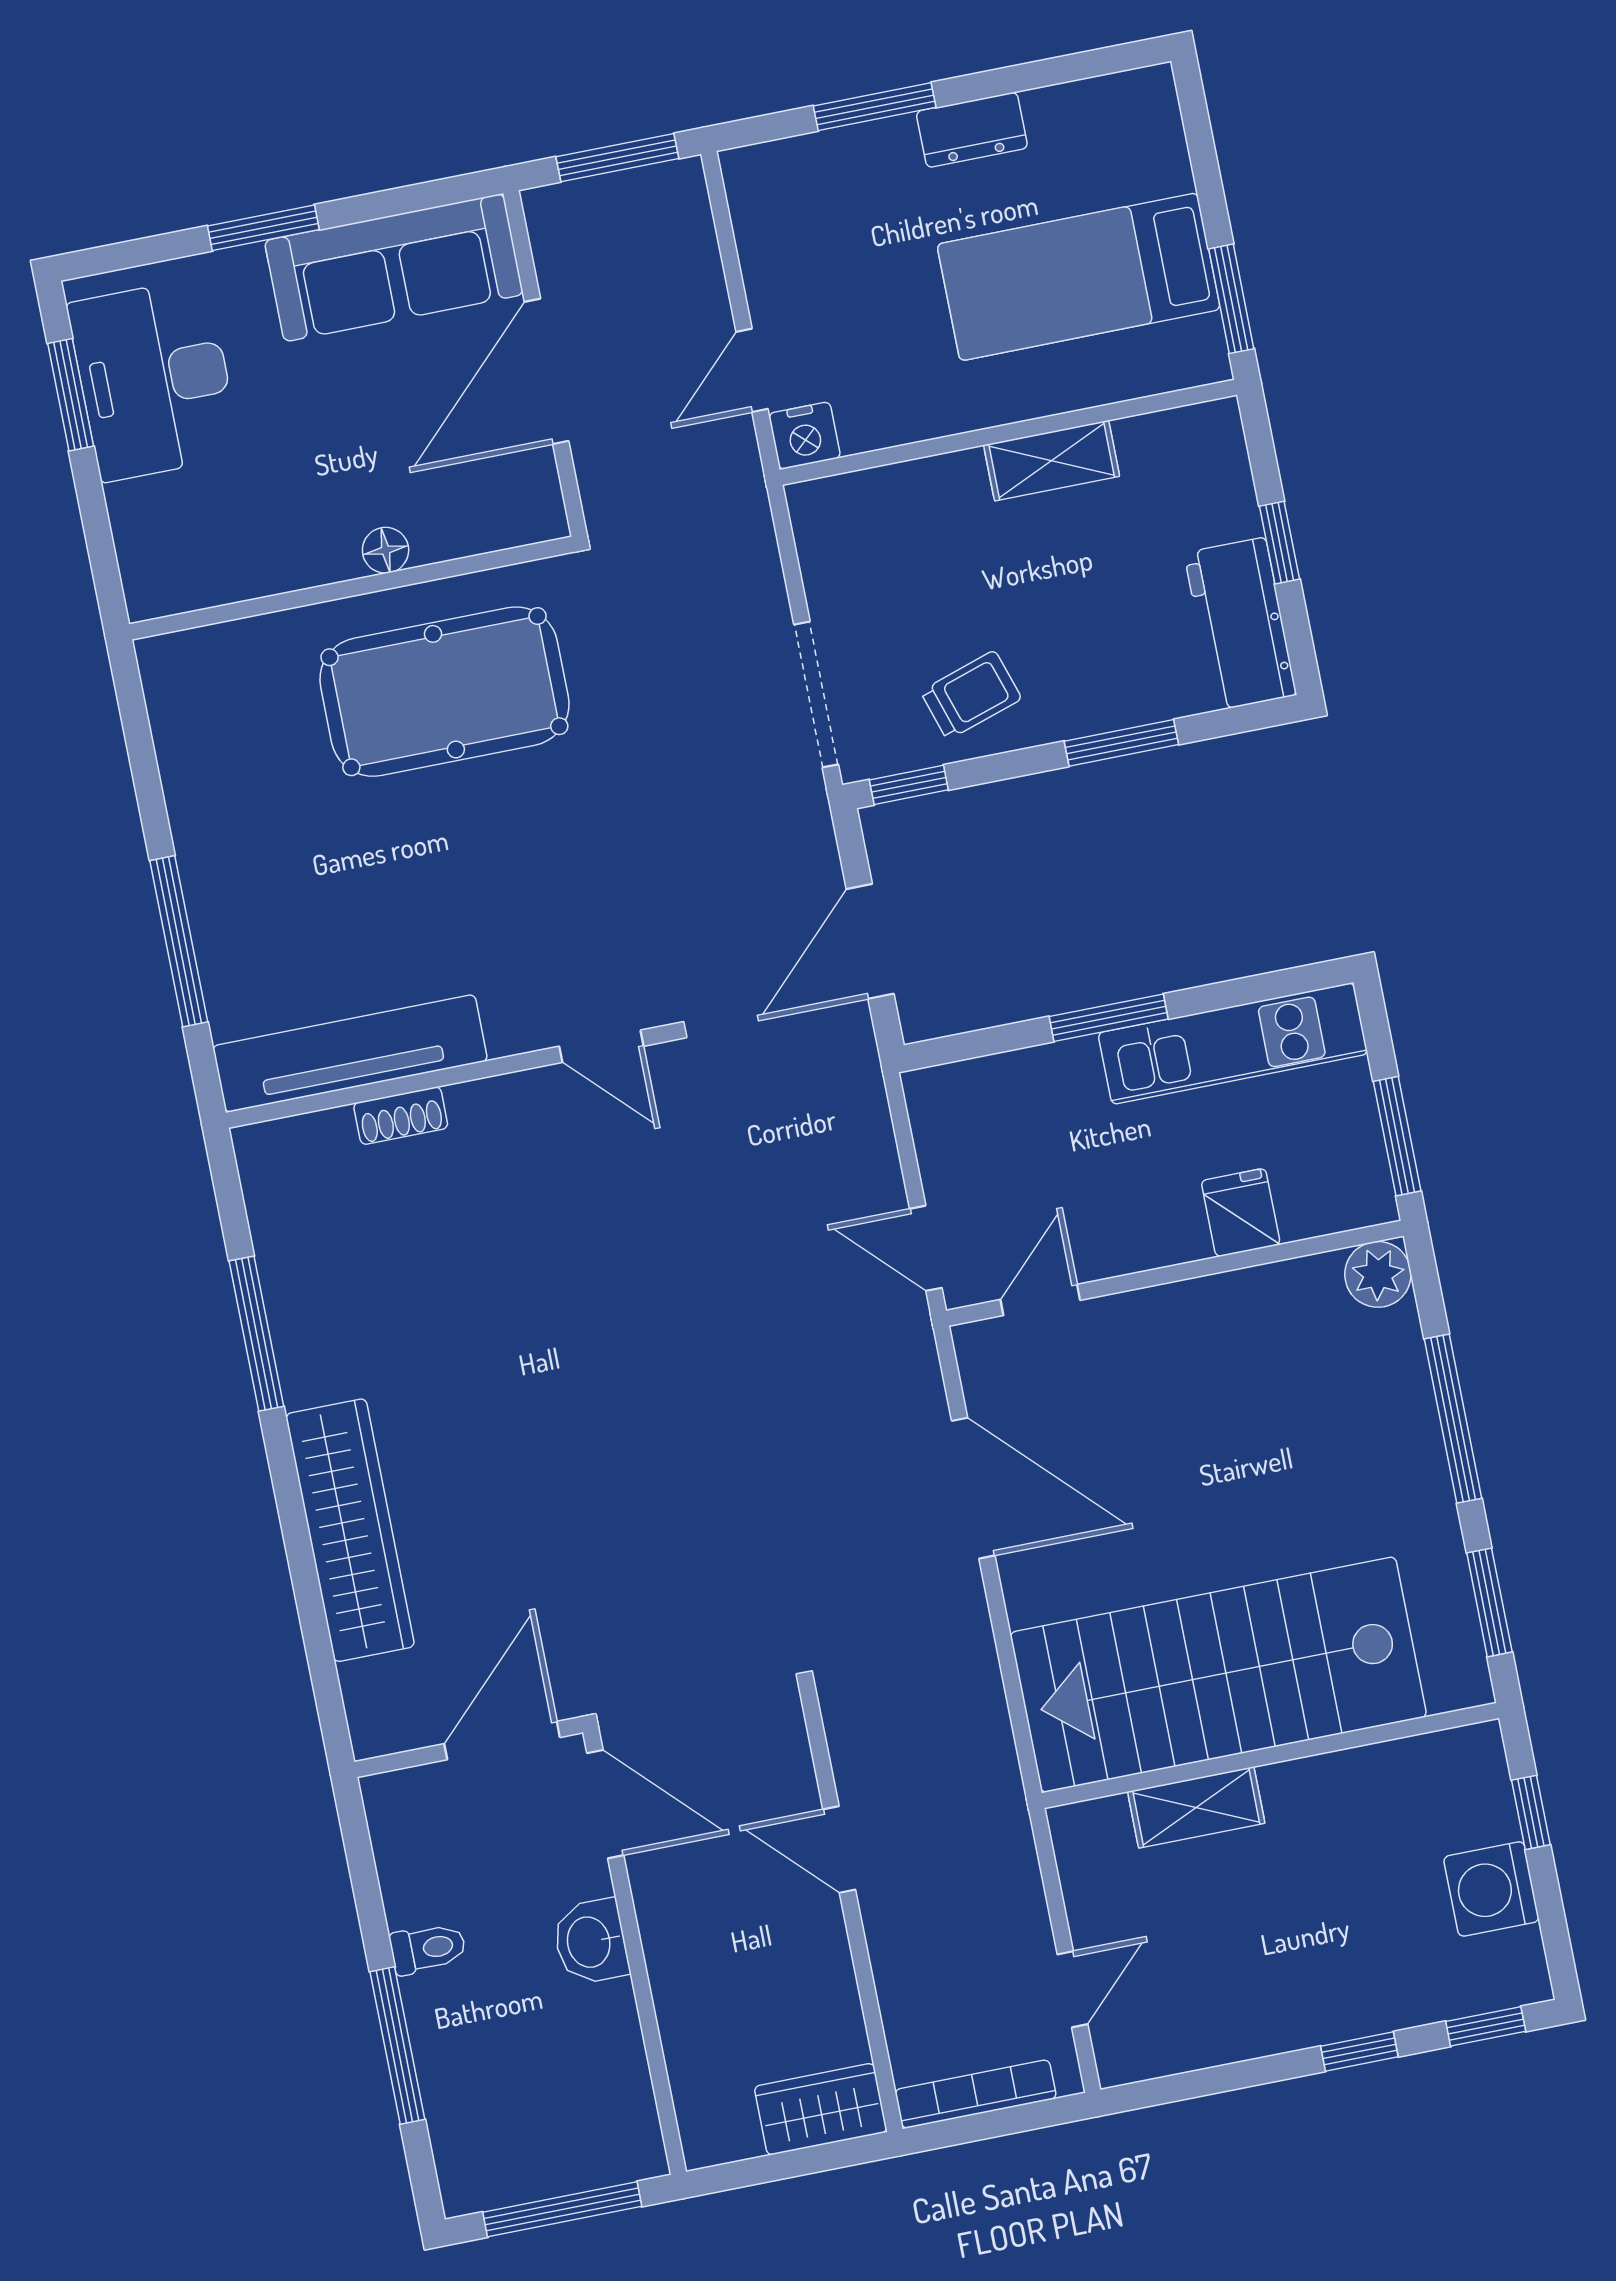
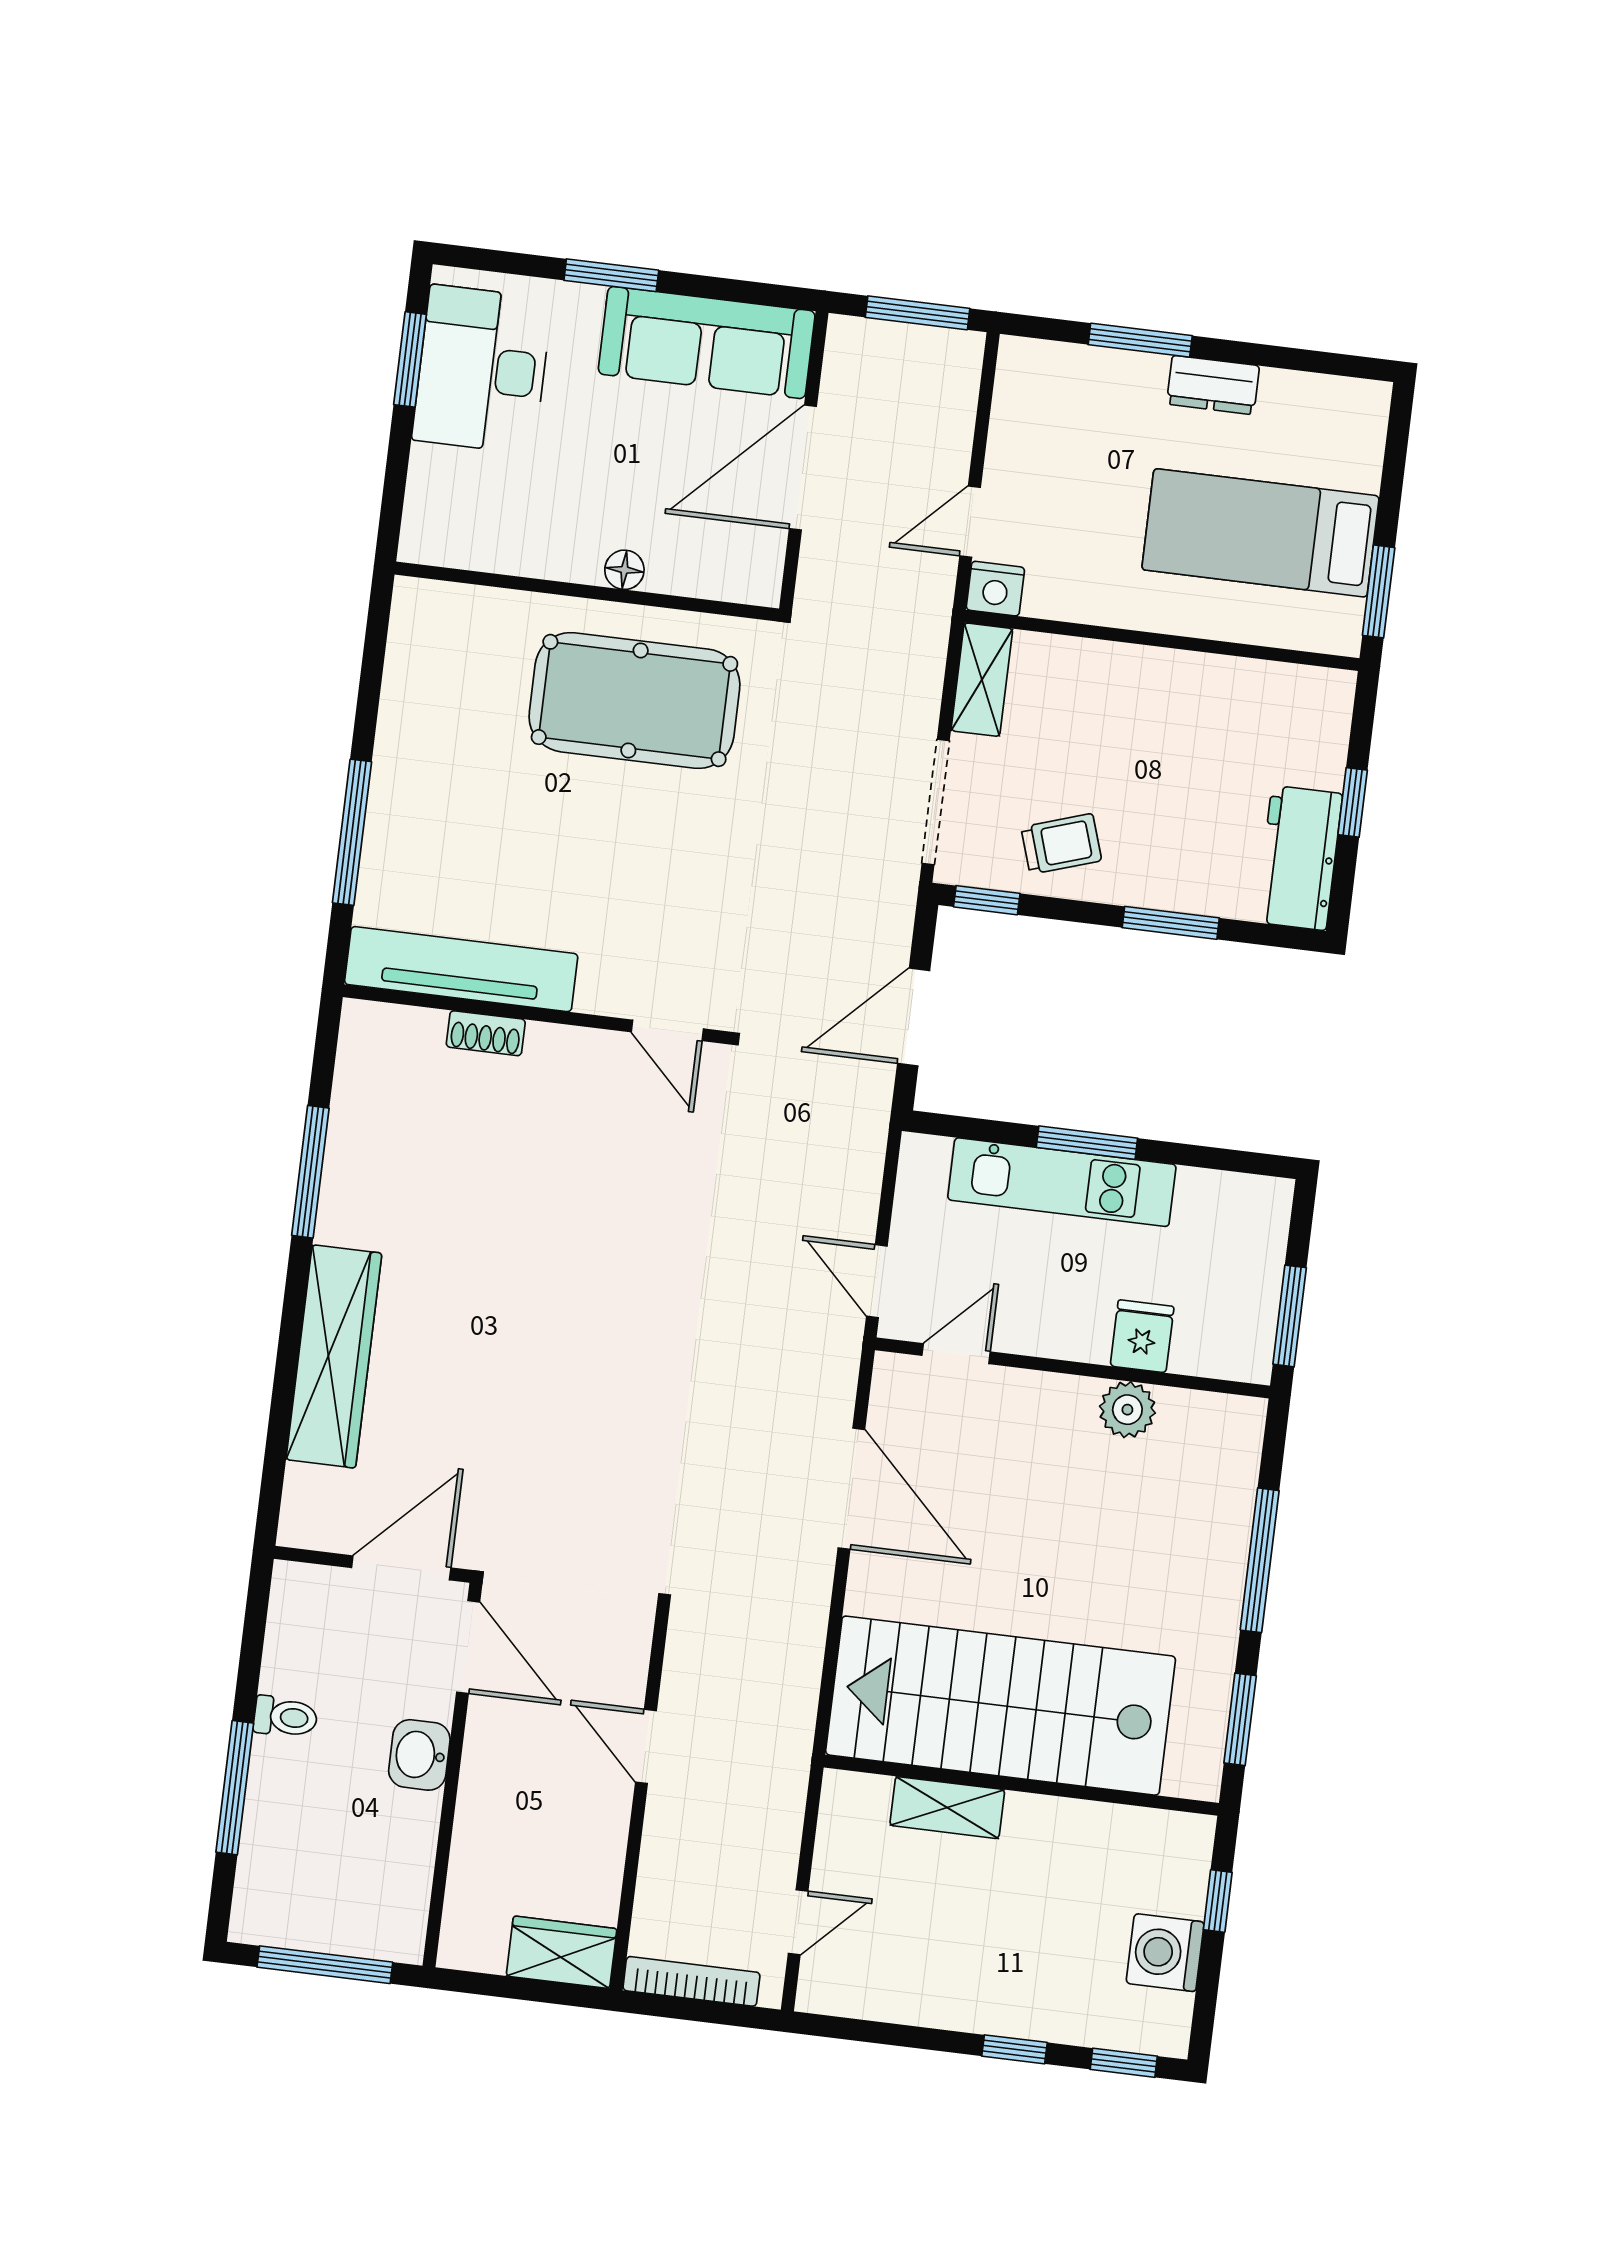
shelving: (1052, 461) -> (982, 680), moved, turned 90
kitchen unit: (1233, 1043) -> (1062, 1182), moved
plant: (1378, 1274) -> (1127, 1410), moved

